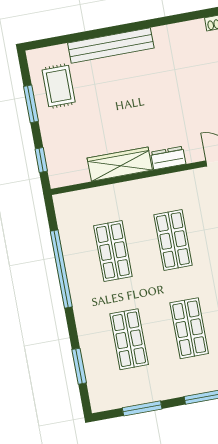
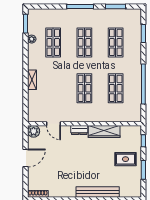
rug: (59, 86) -> (125, 159), moved, turned 90

